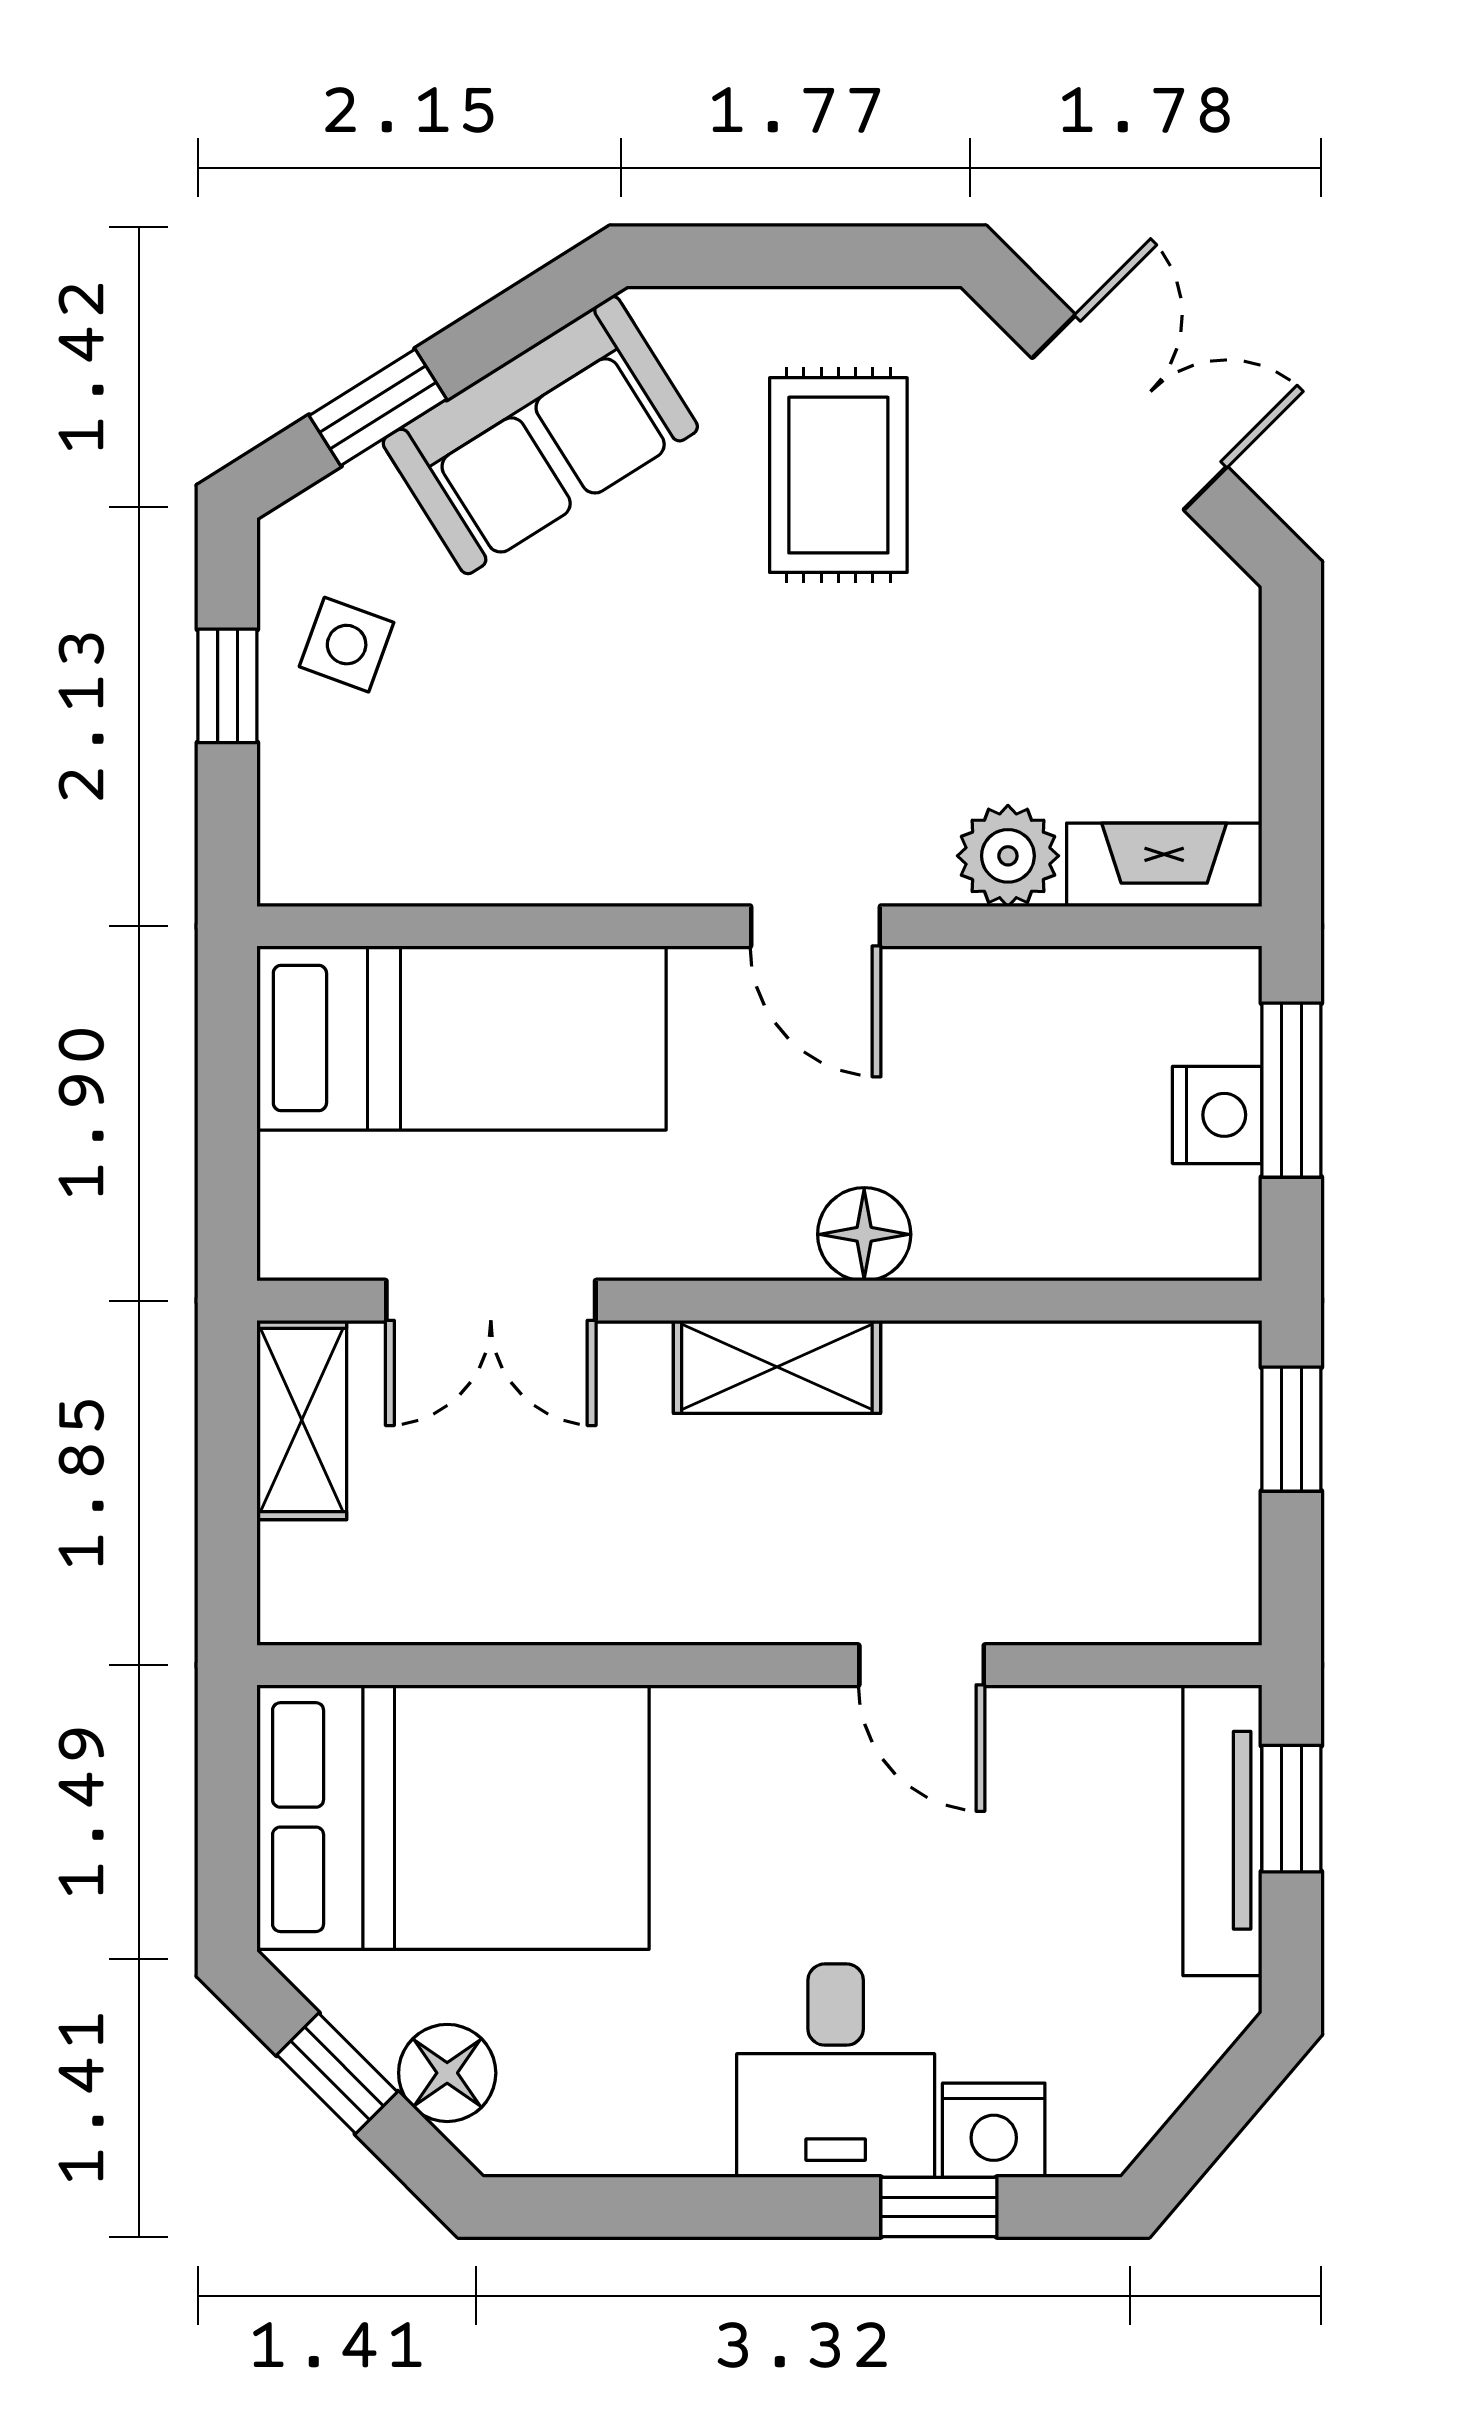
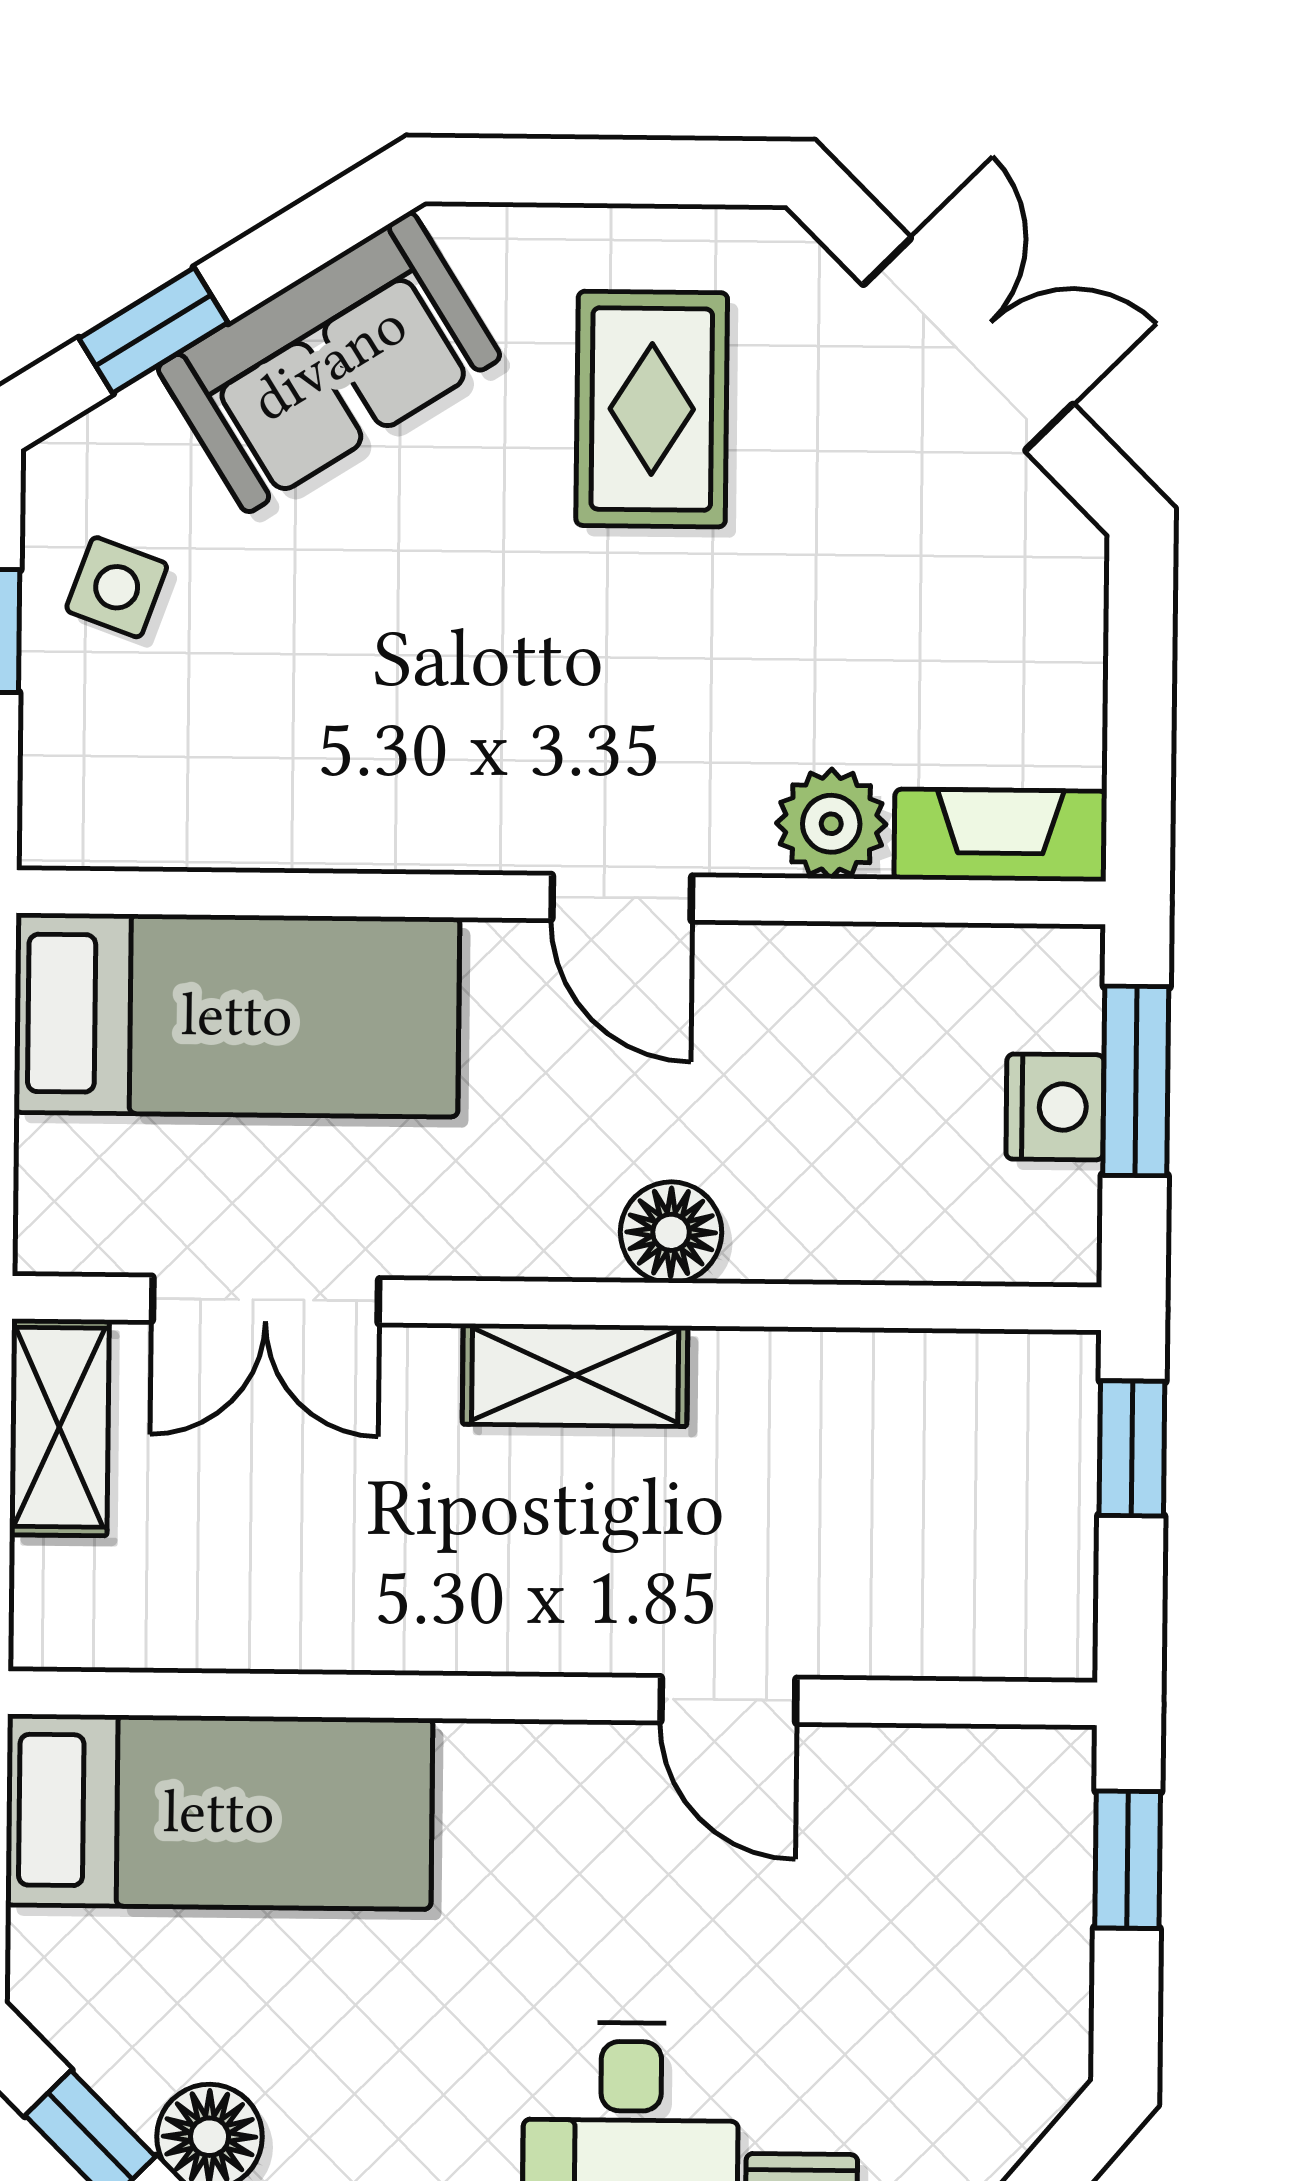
bed: (453, 1817) -> (219, 1812), width x0.67
tv unit: (1222, 1830) -> (1053, 1882), removed

